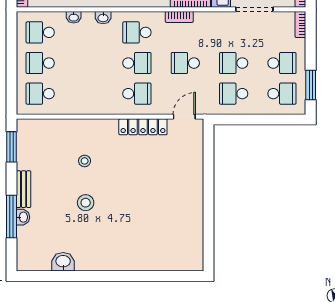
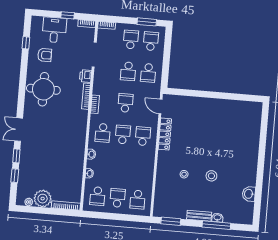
school desk: (40, 63) -> (117, 198), turned 180
school desk: (185, 63) -> (125, 103), turned 180

